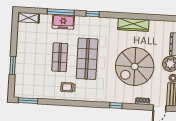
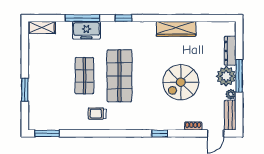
spiral stairs: (135, 66) -> (181, 82), width x0.73, depth x0.73

